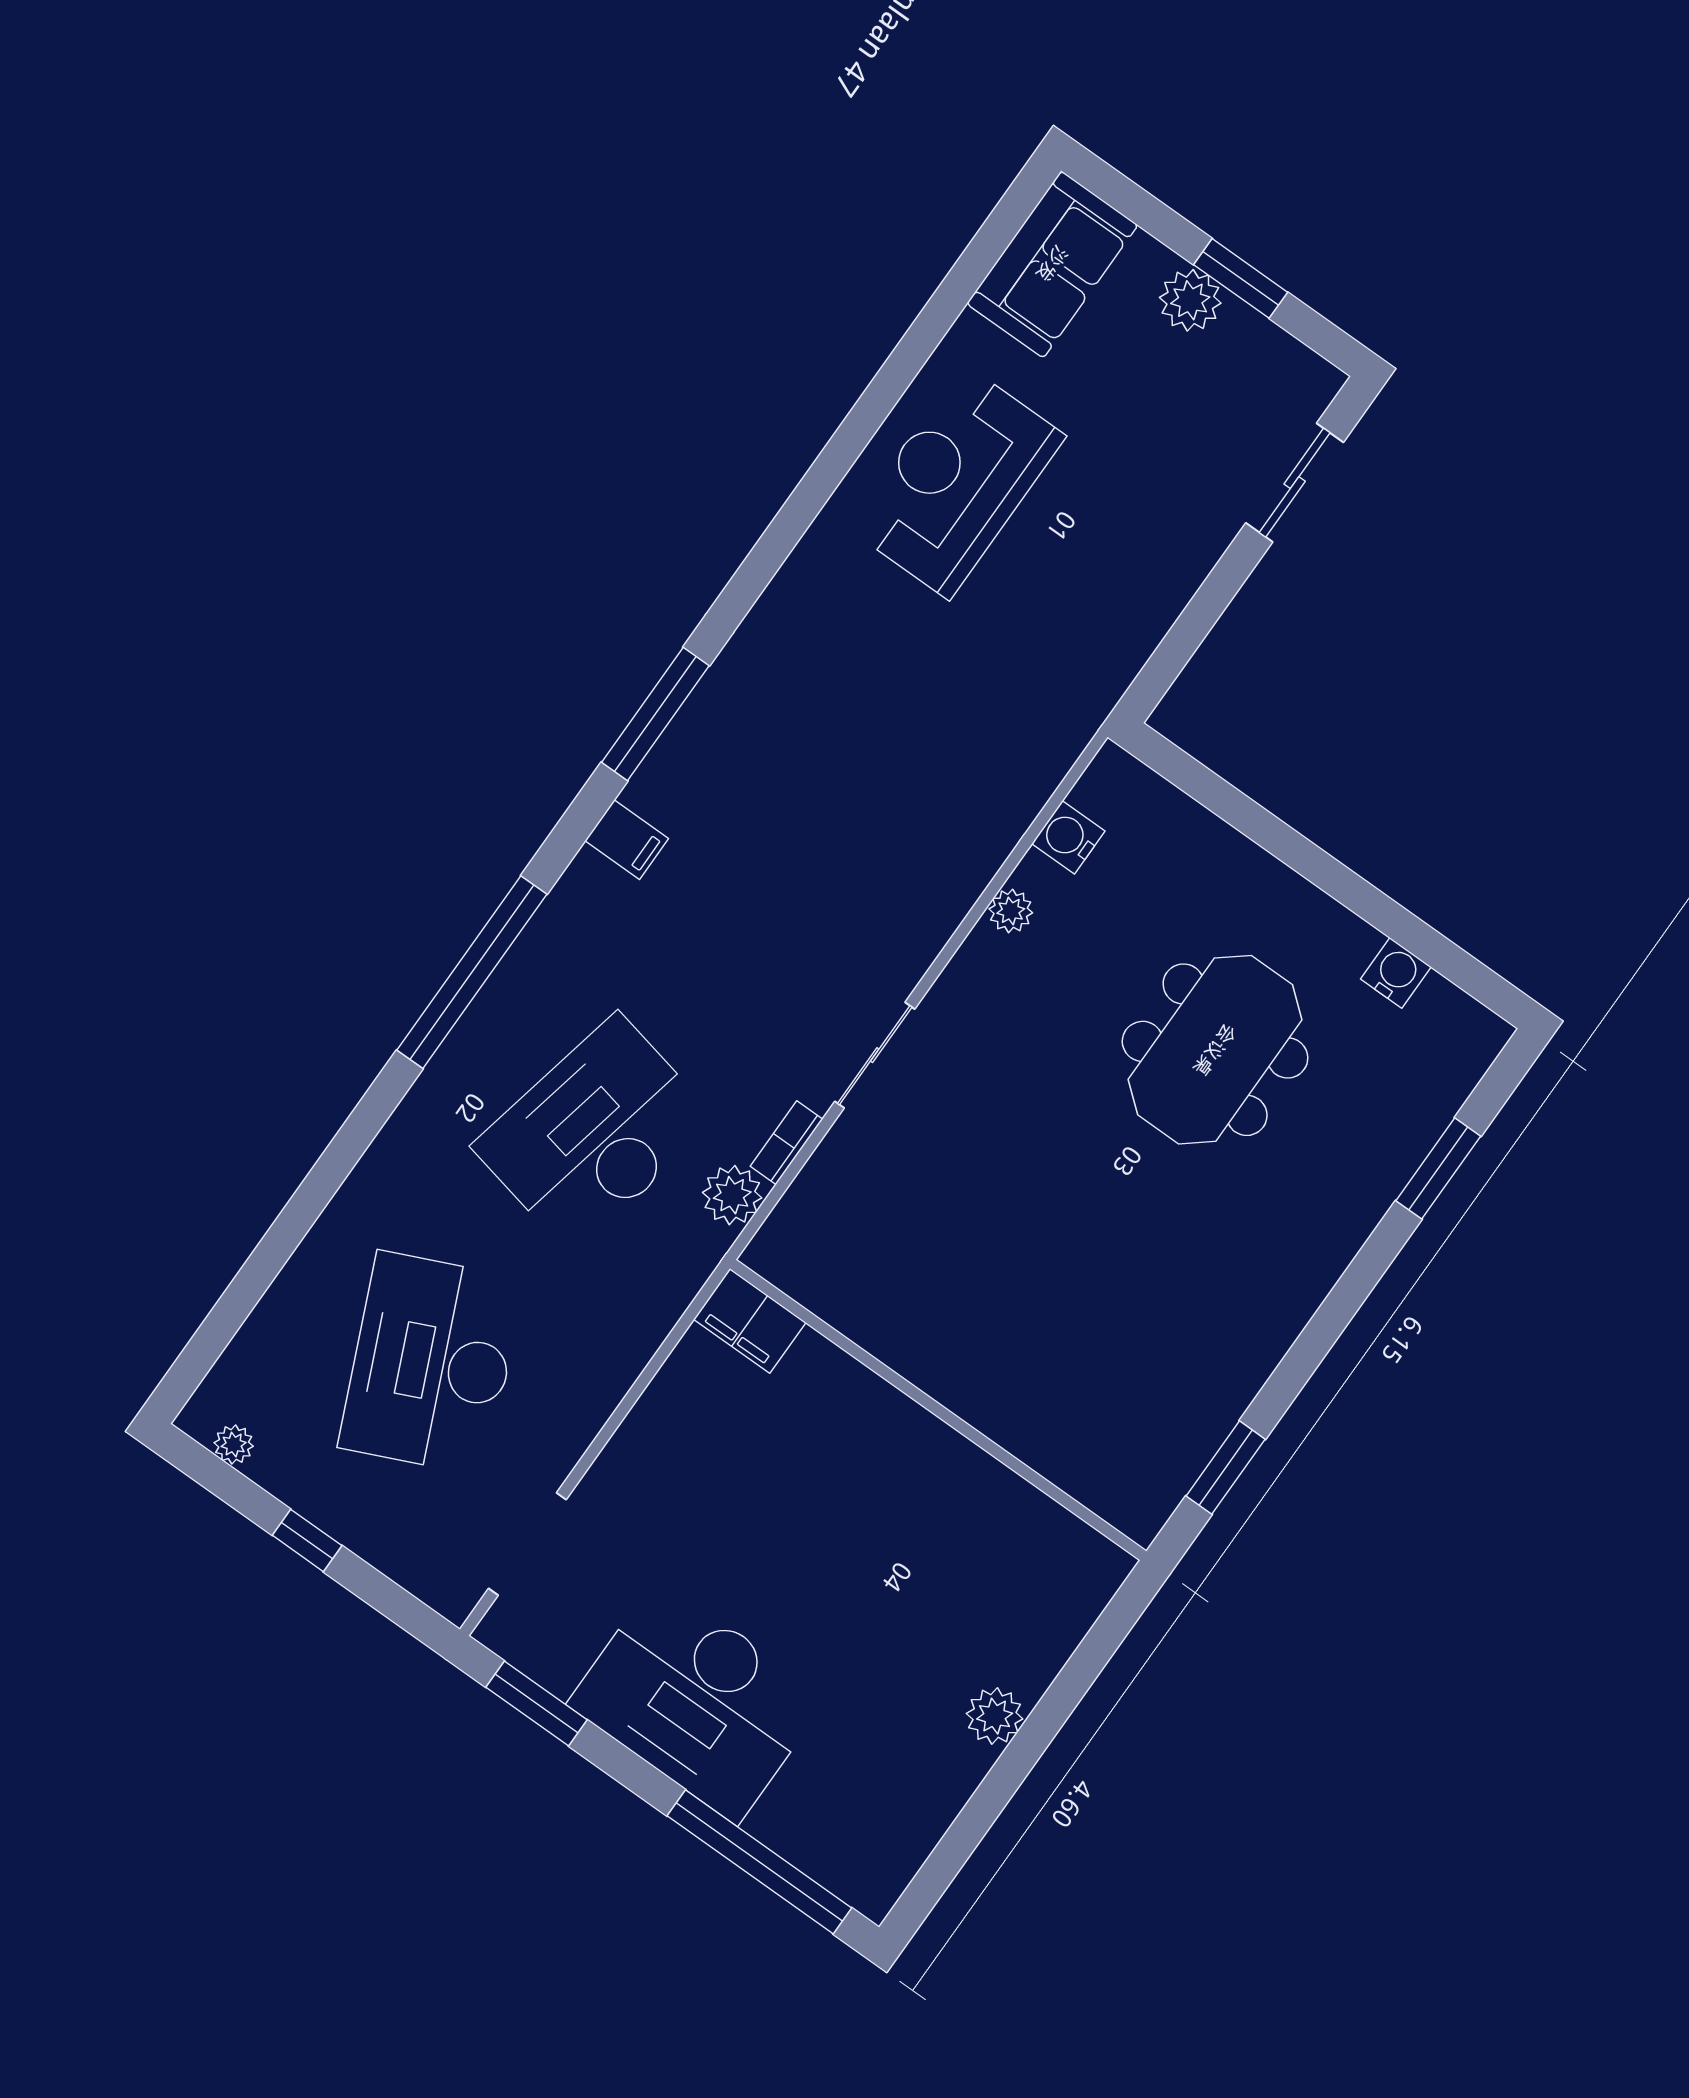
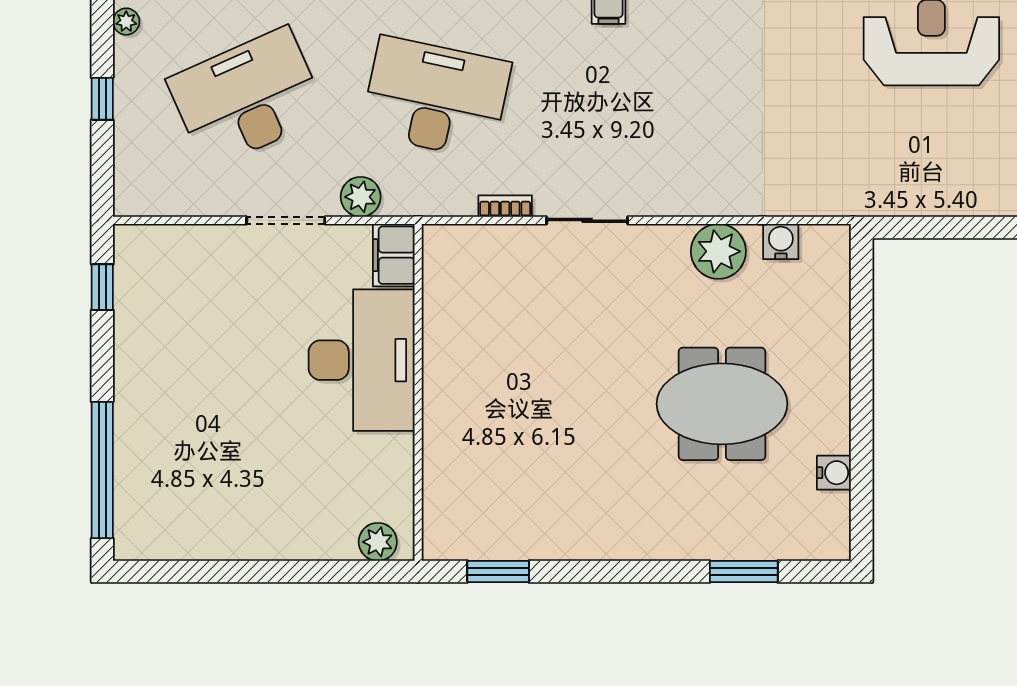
plant: (1011, 911) -> (718, 251), width x1.87, depth x1.87
plant: (732, 1195) -> (361, 197), moved
doorway: (527, 1544) -> (286, 220), moved
desk: (697, 1701) -> (362, 360), moved, turned 180
window: (536, 1703) -> (102, 287), width x0.67
plant: (995, 1716) -> (378, 542), moved

